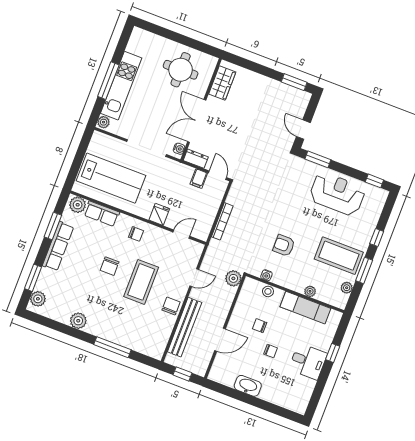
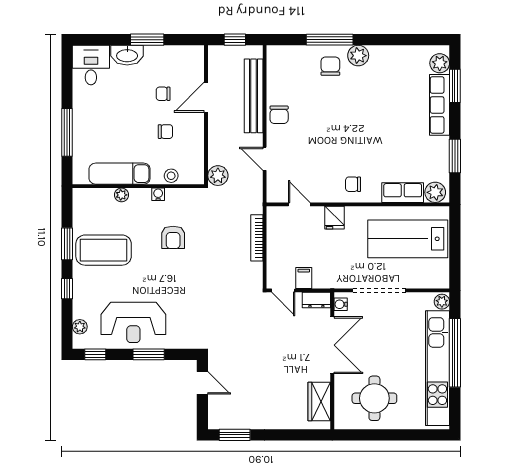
window: (108, 81) -> (455, 353), width x1.46
kitchen unit: (121, 86) -> (437, 368), width x1.36
window: (318, 159) -> (149, 354), moved
door: (181, 234) -> (299, 204), swing flipped
armchair: (284, 245) -> (173, 237), turned 90
row of seats: (58, 246) -> (439, 105), moved
chair: (110, 266) -> (330, 66), moved
water cooler: (266, 275) -> (158, 194), moved
door: (194, 278) -> (265, 159), hinge flipped
coffee table: (141, 282) -> (325, 130), removed
plant: (347, 288) -> (80, 327), moved
plant: (78, 321) -> (358, 56), moved
chair: (271, 351) -> (163, 94), moved
window: (333, 353) -> (67, 132), width x2.17
desk: (308, 361) -> (91, 65), moved, turned 90
washbasin: (248, 386) -> (127, 55), moved
window: (247, 399) -> (147, 40), added

